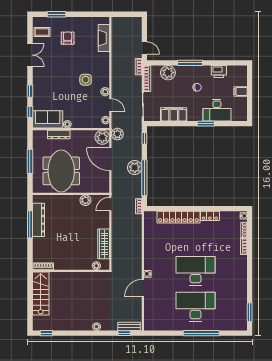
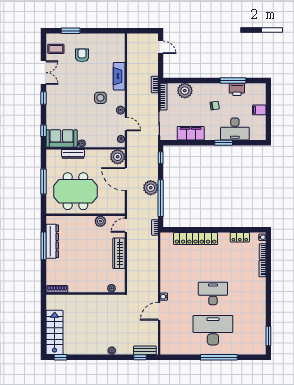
fireplace: (104, 38) -> (119, 76), moved
door: (144, 48) -> (161, 47), moved
window: (190, 63) -> (233, 81), moved
window: (30, 91) -> (44, 98), moved
plant: (117, 134) -> (133, 153), removed
meeting table: (61, 171) -> (75, 191), turned 90
locker: (210, 216) -> (240, 237), moved
wardrobe: (104, 244) -> (119, 253), moved
desk: (195, 271) -> (213, 293), width x0.73, depth x0.77
stairs: (41, 293) -> (55, 332), moved

